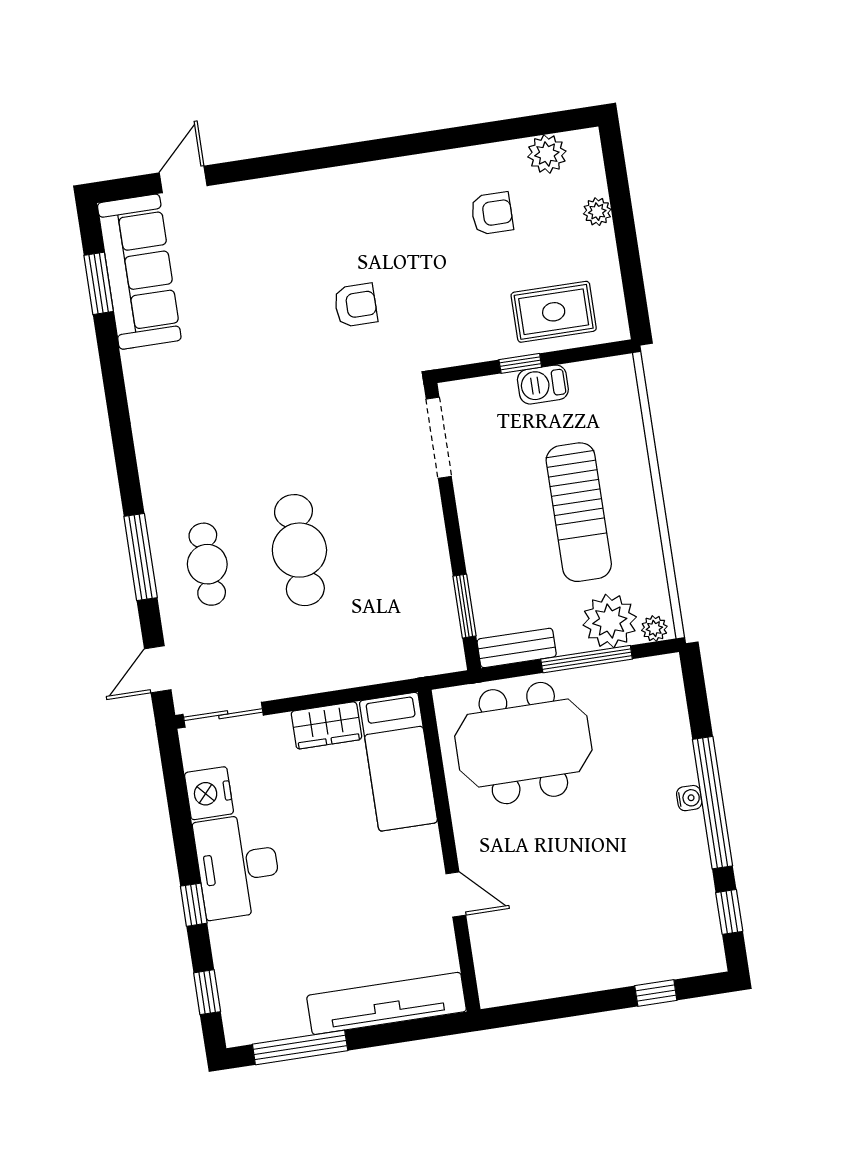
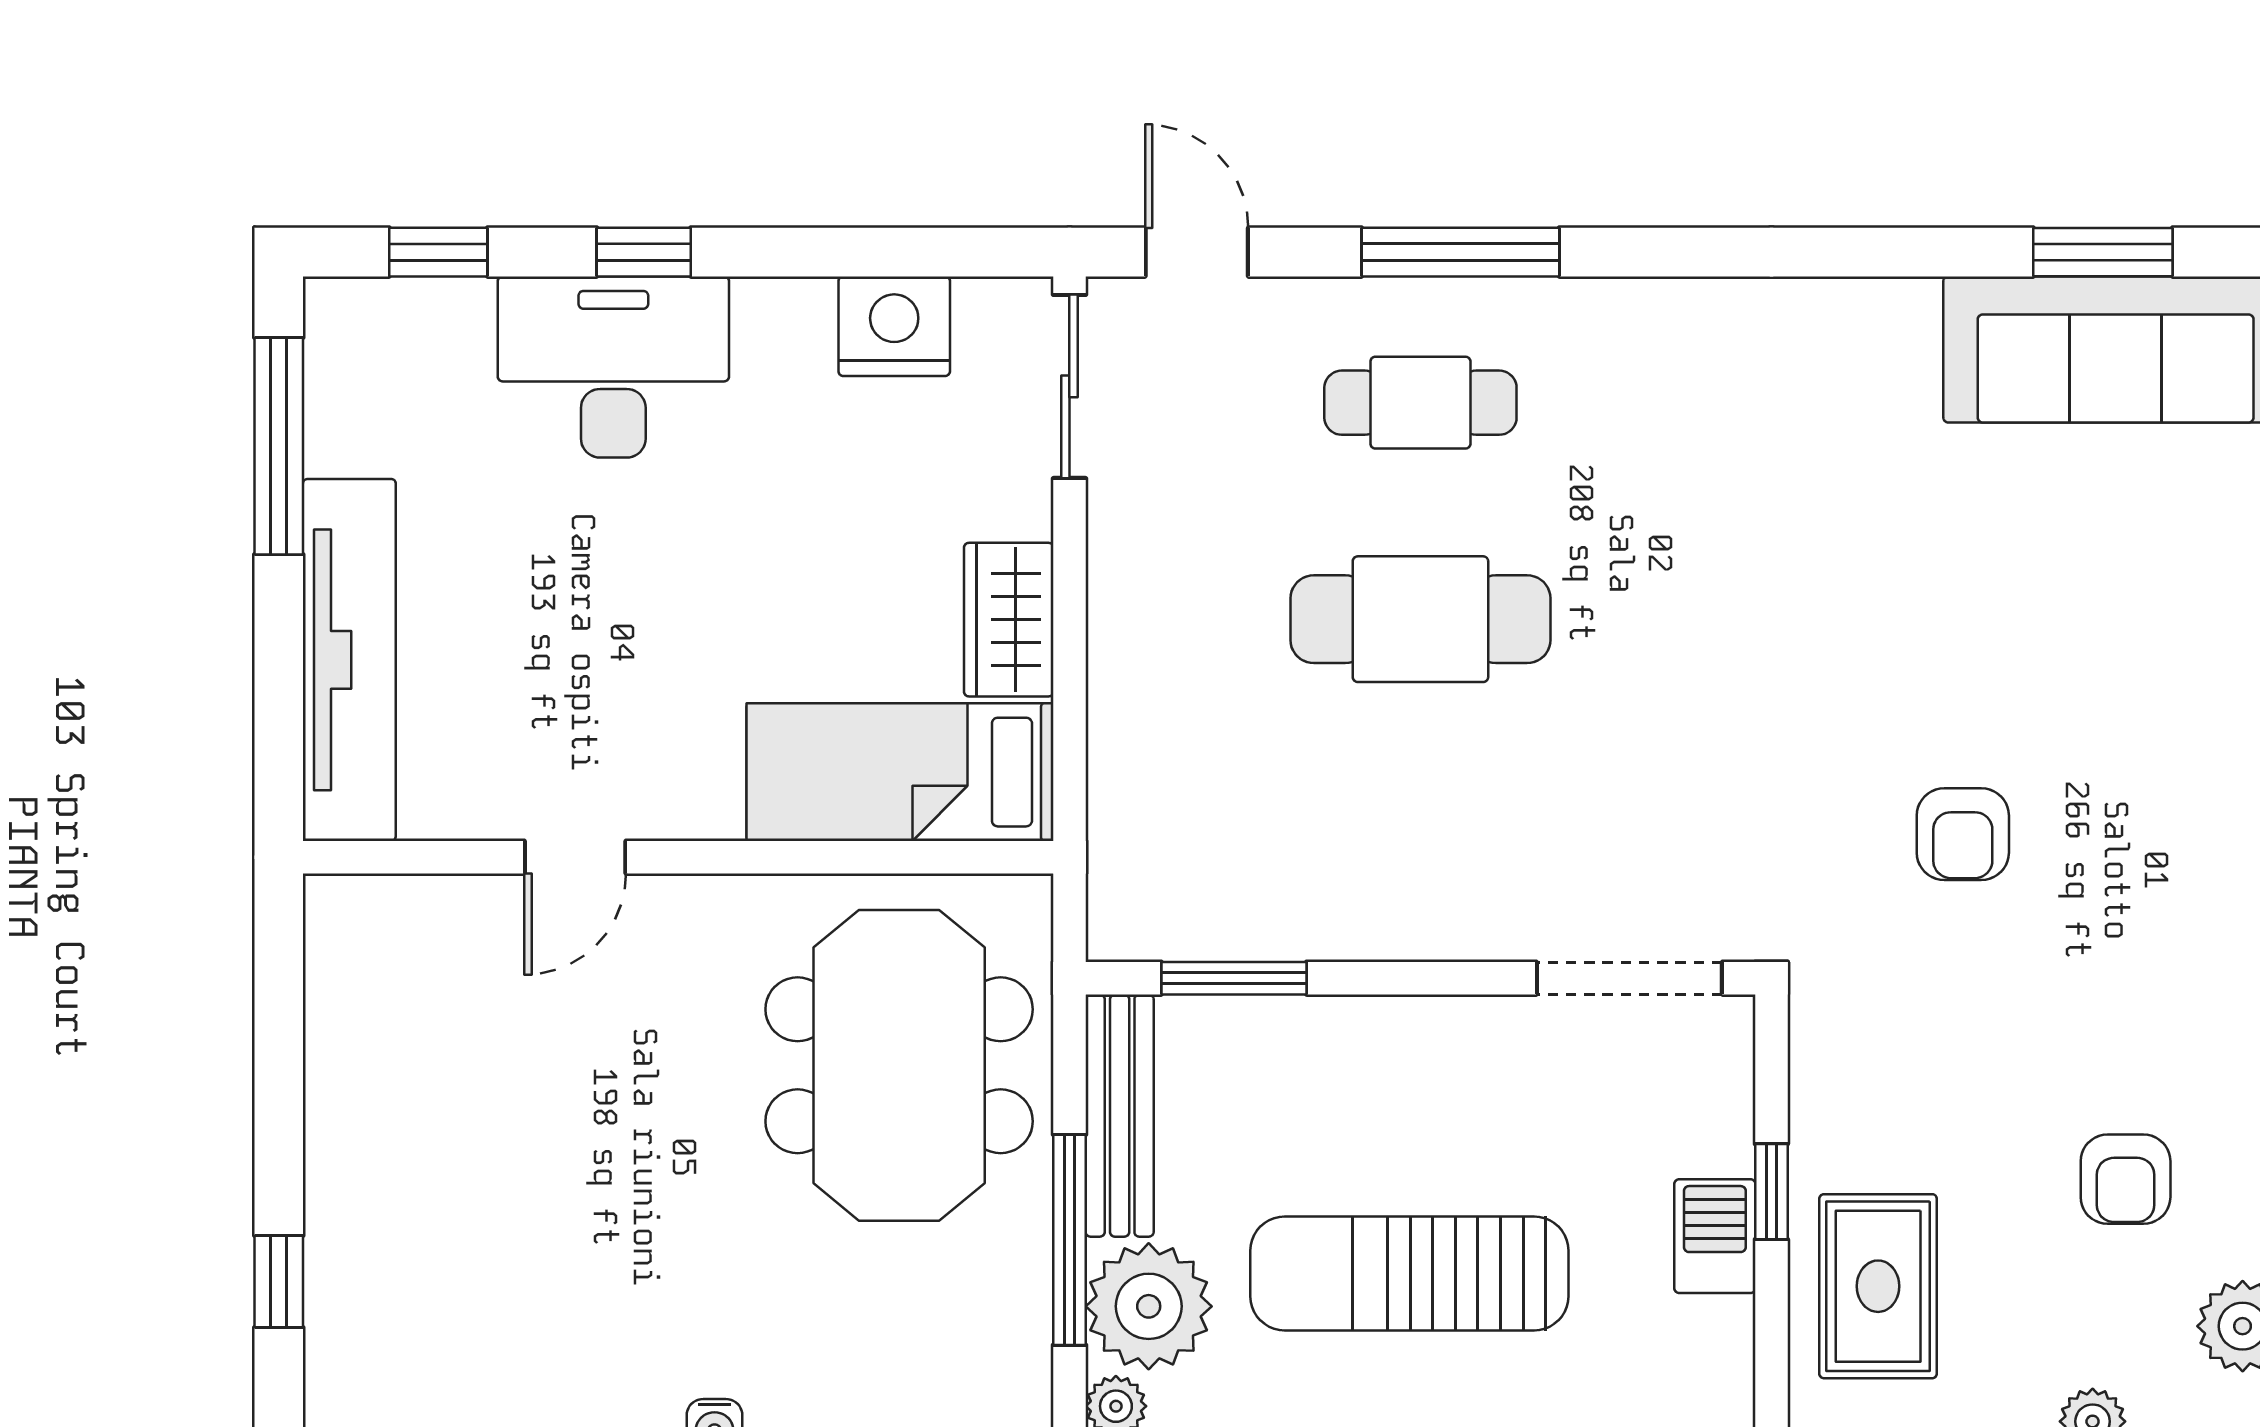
bench: (517, 648) -> (1120, 1116), width x1.36
desk: (238, 866) -> (613, 367), moved

